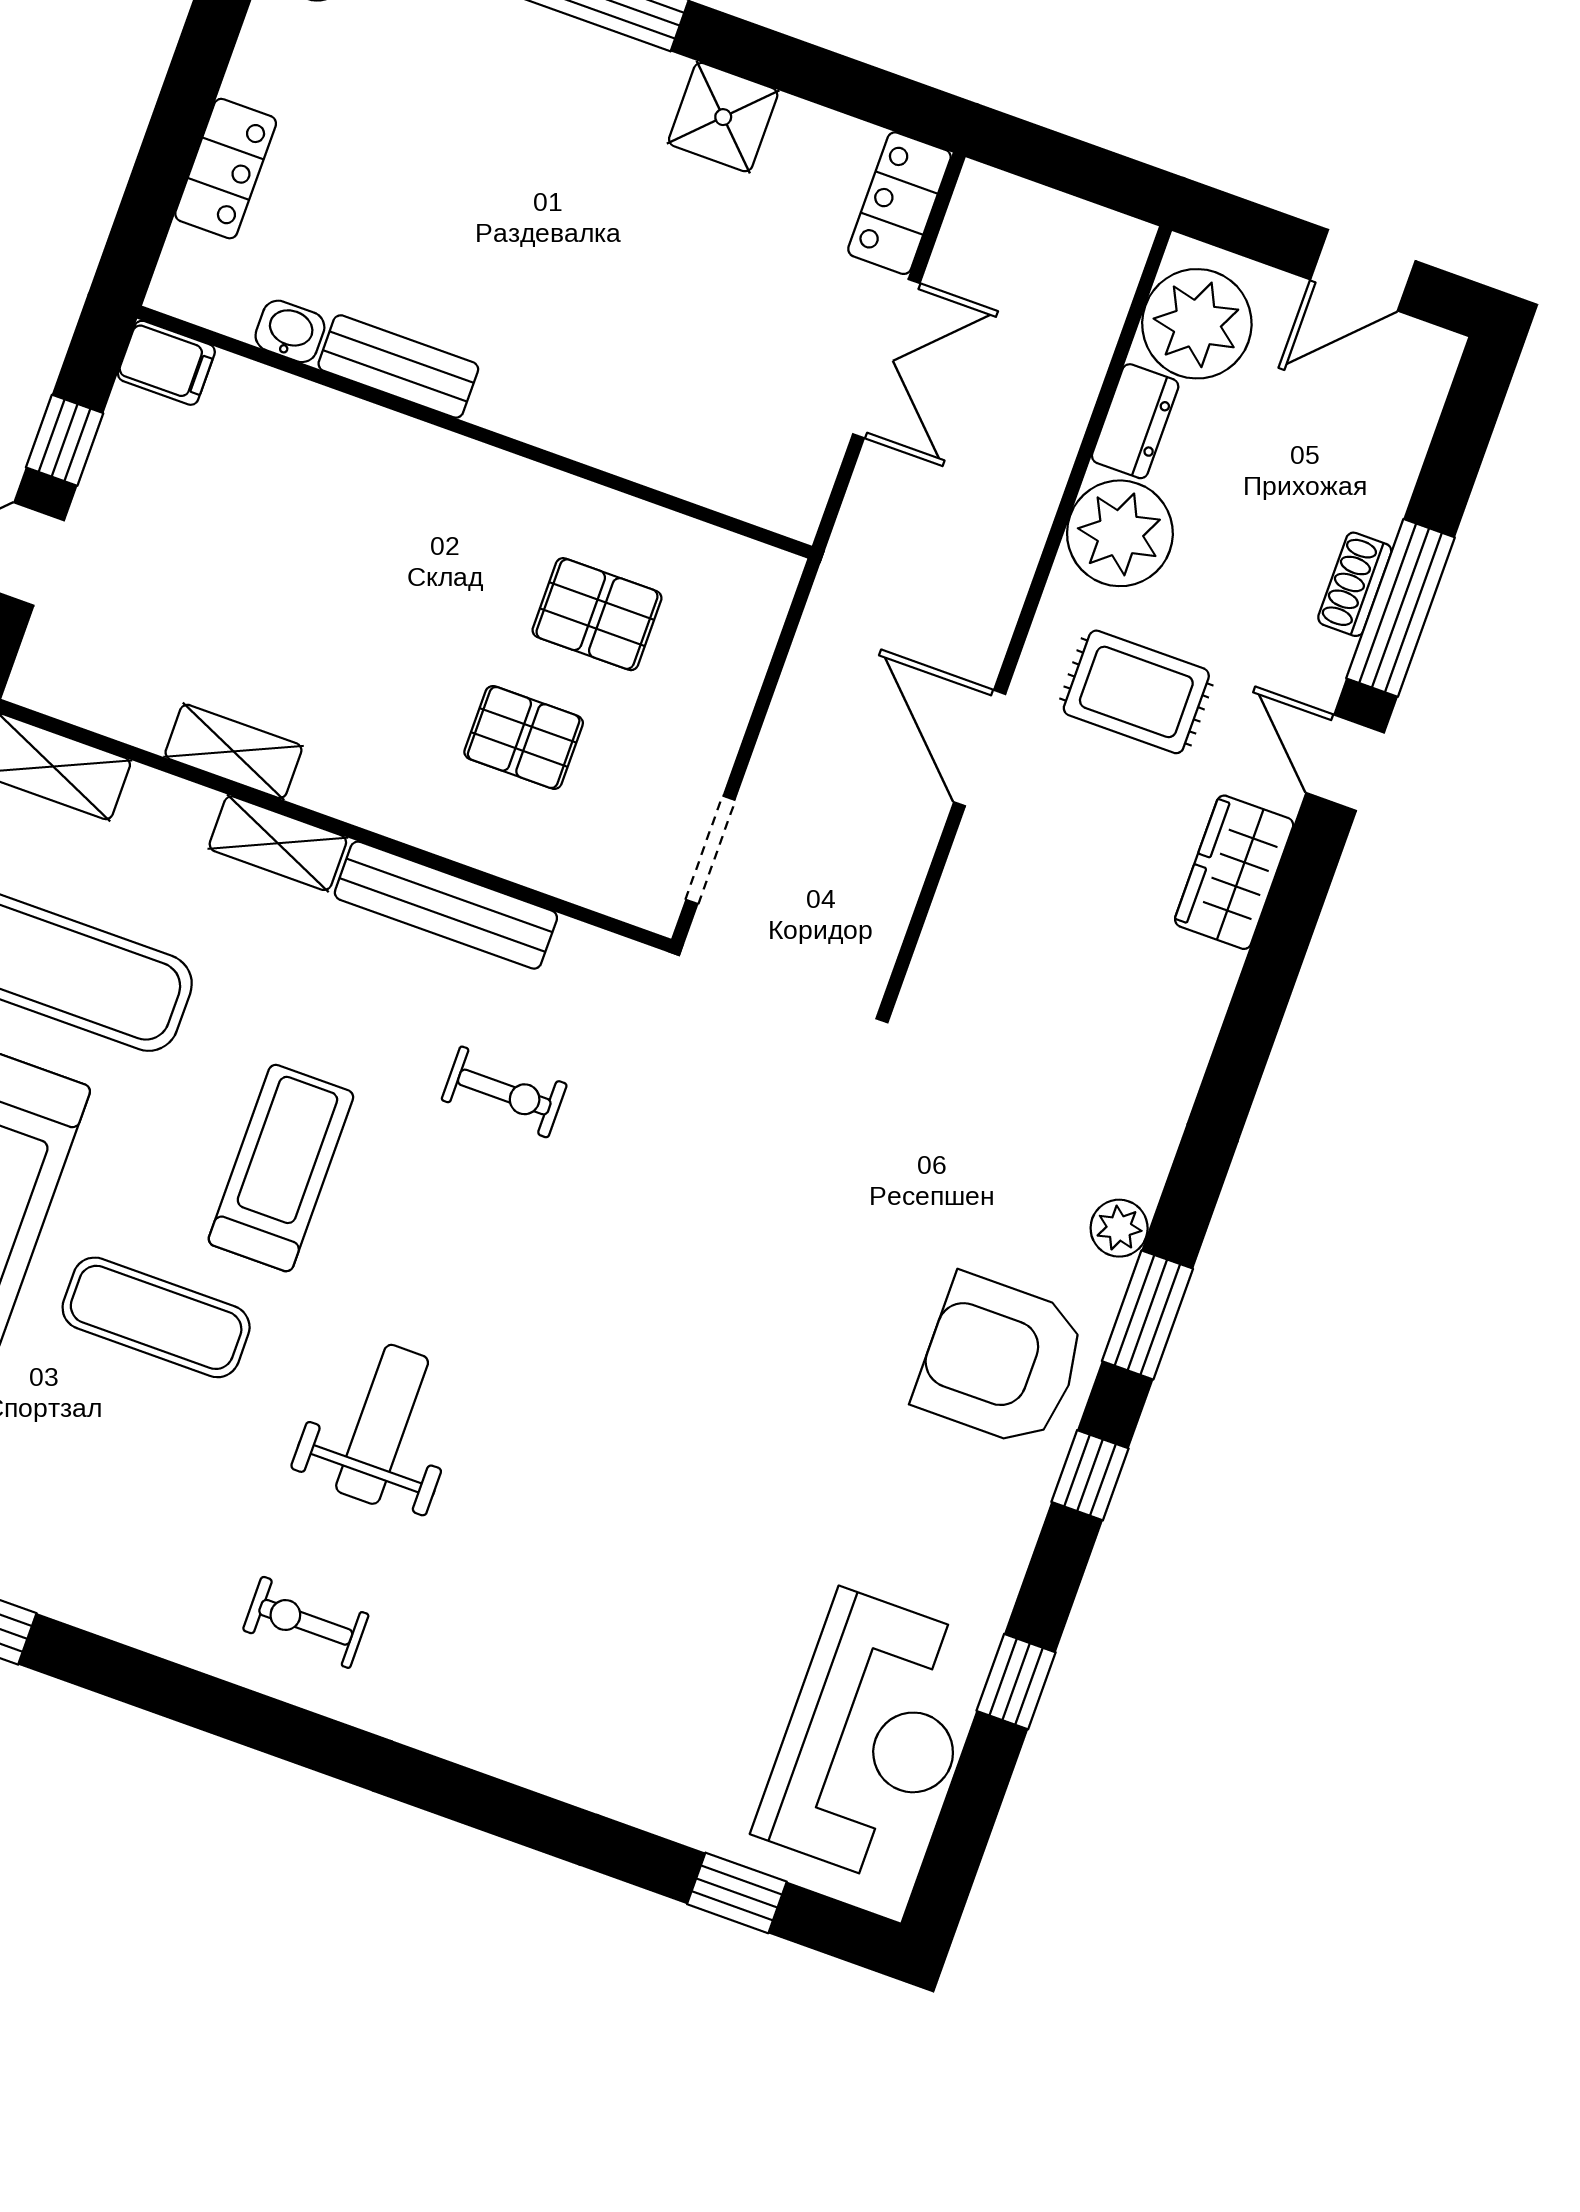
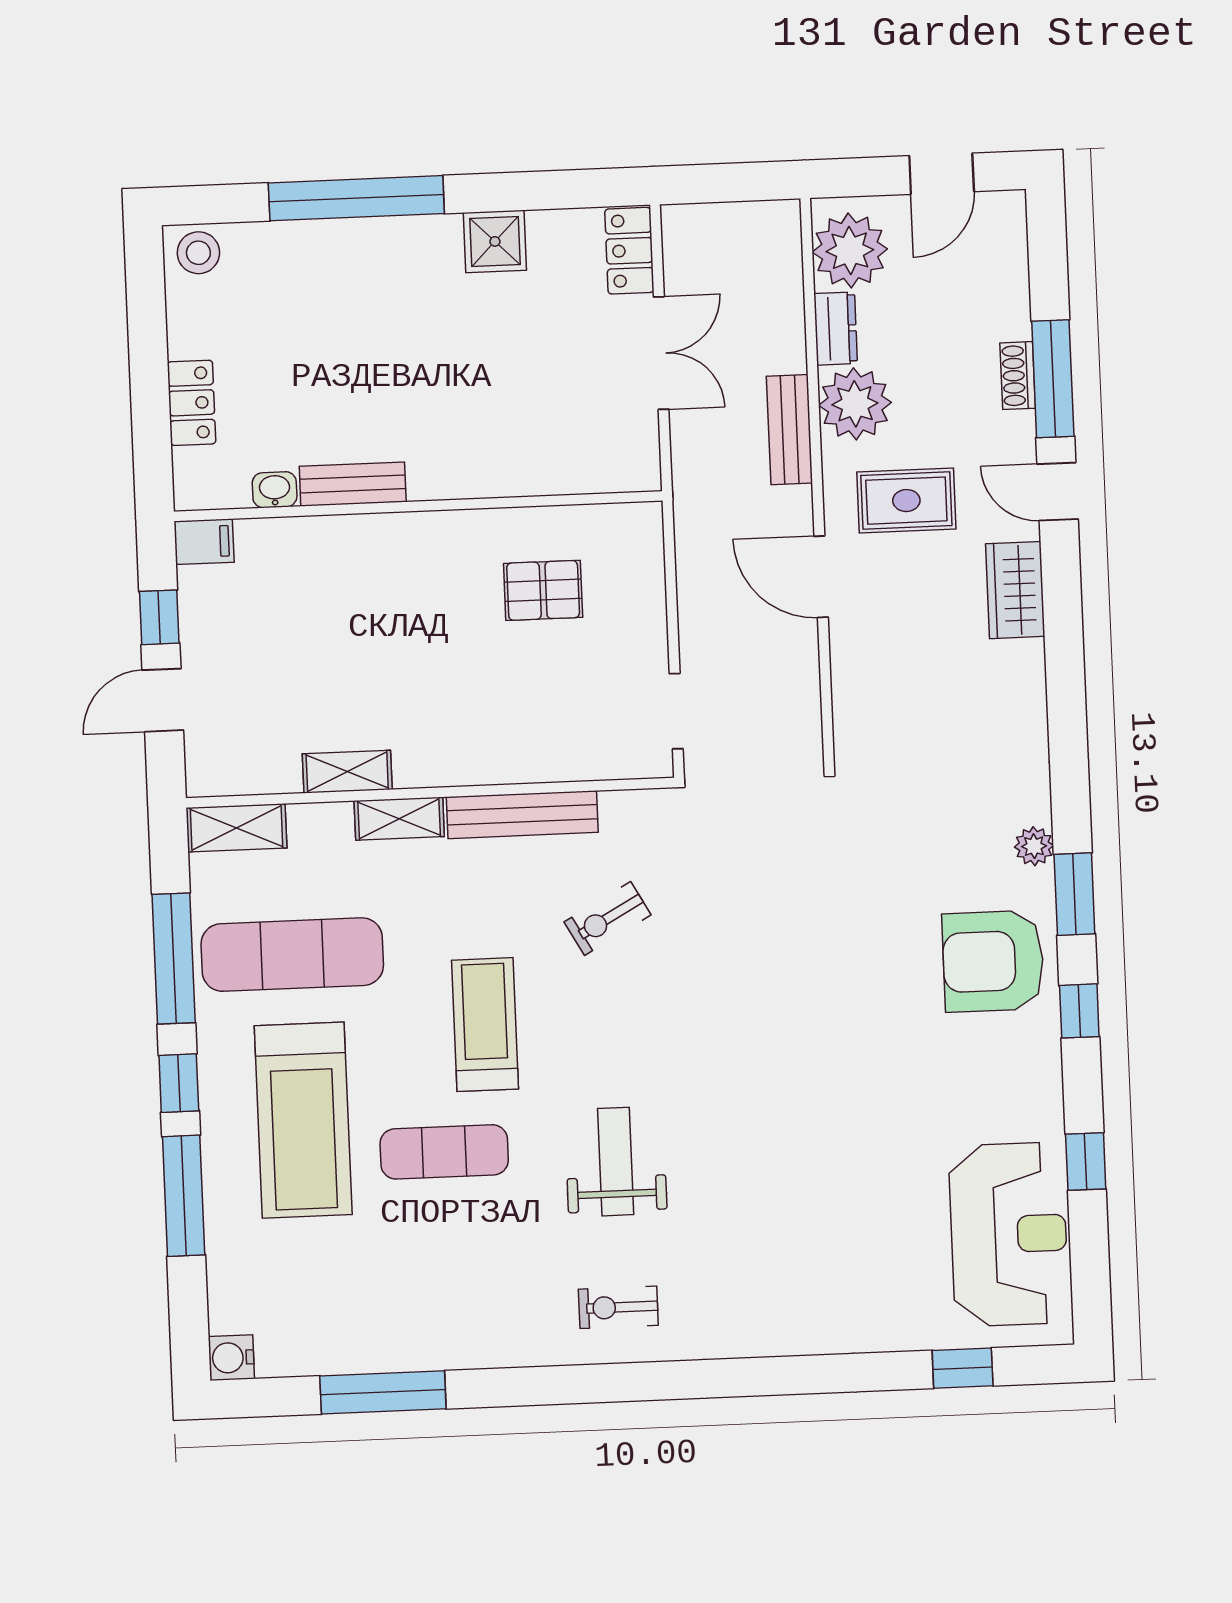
bench: (1017, 532) -> (789, 430), added
pallet: (524, 737) -> (528, 688), removed
exercise bike: (504, 1092) -> (608, 918), turned 151

